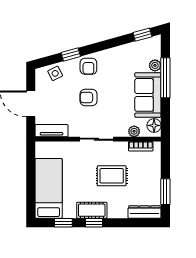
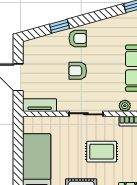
armchair: (88, 66) -> (78, 38), turned -90
side table: (55, 73) -> (43, 46), removed

